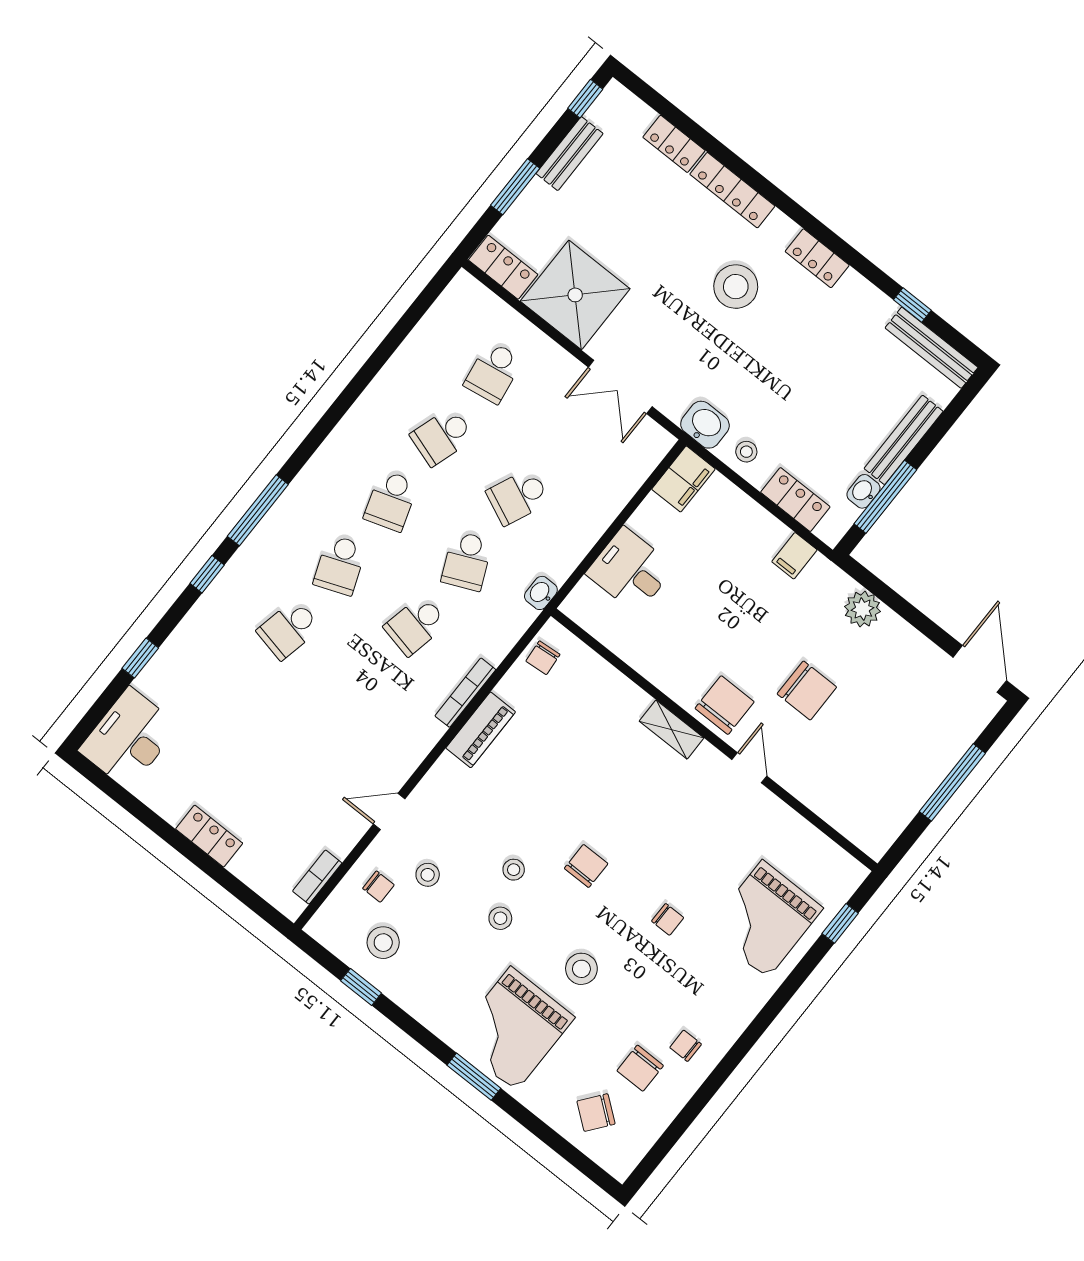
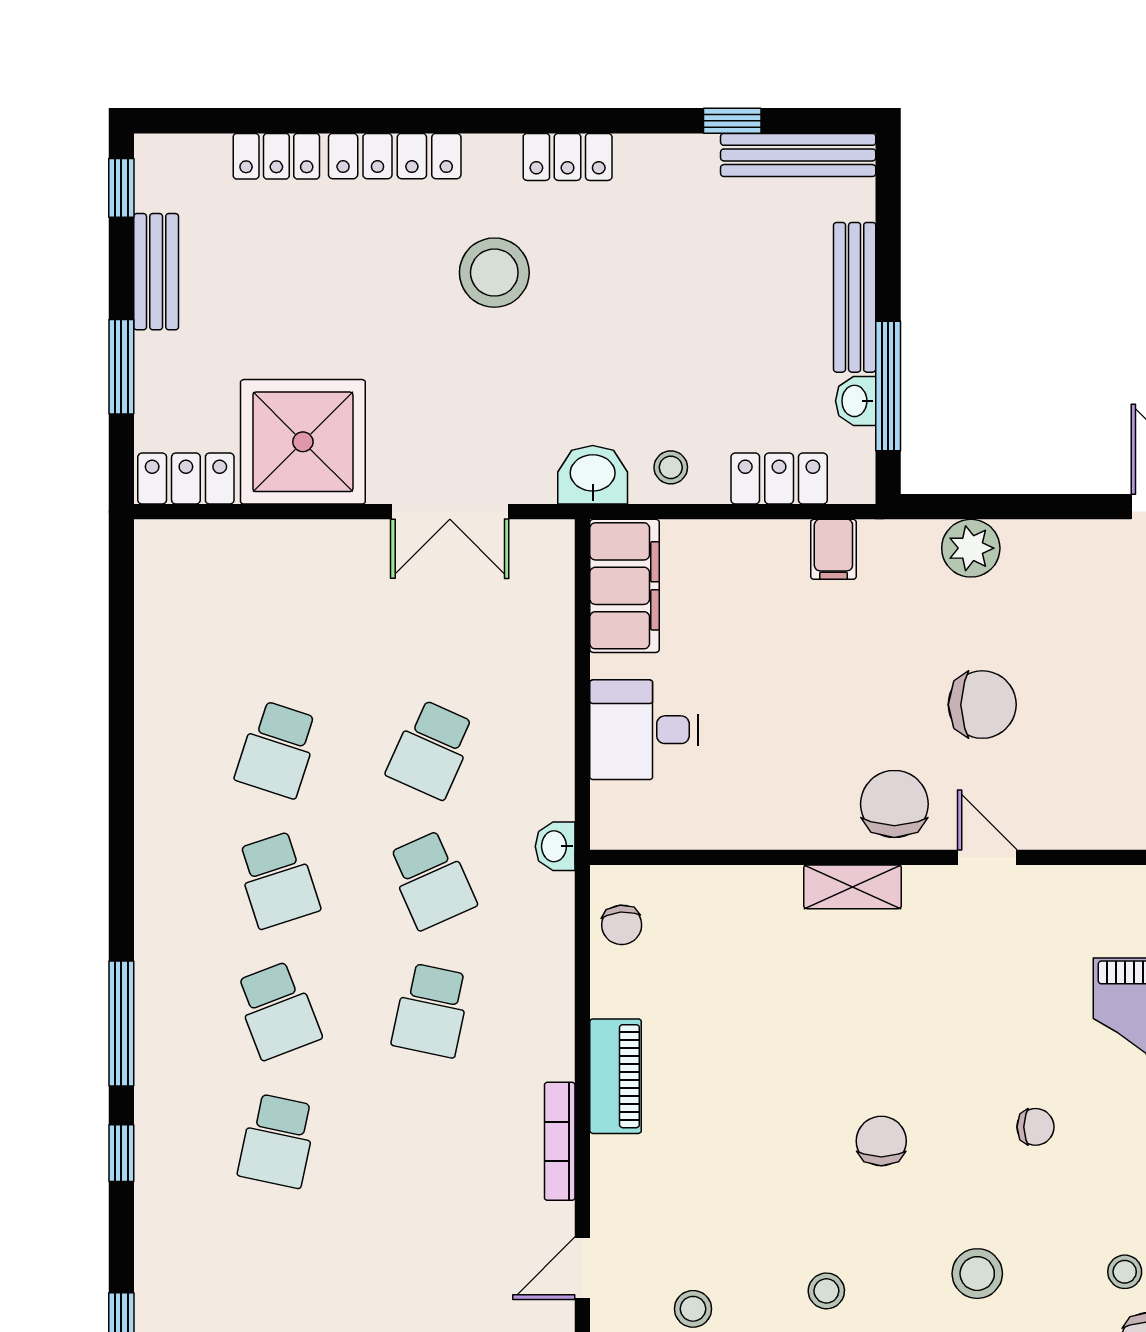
school desk: (493, 372) -> (277, 619), removed
filing cabinet: (683, 479) -> (624, 586), width x1.50, depth x1.17
bookcase: (465, 693) -> (560, 1141), moved
stool: (514, 870) -> (1125, 1272), moved

